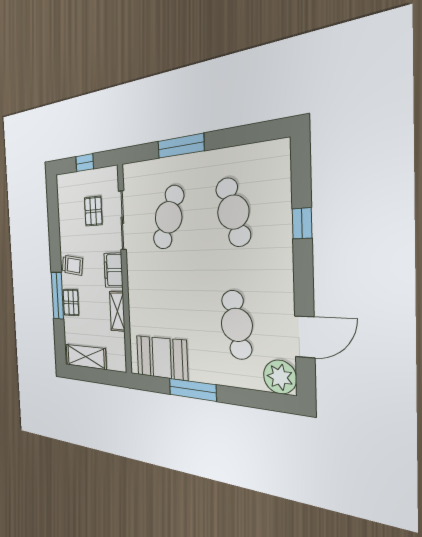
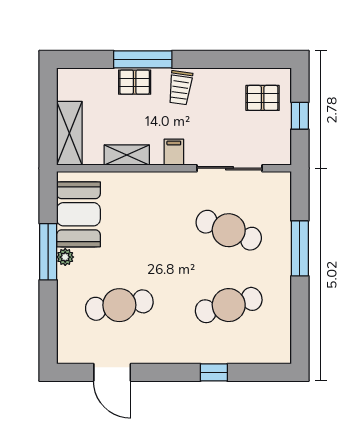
pallet: (93, 211) -> (263, 98), moved
filing cabinet: (113, 270) -> (174, 152), width x0.50
shelving: (86, 357) -> (69, 133), moved
plant: (280, 377) -> (65, 257), moved, width x0.53, depth x0.53

